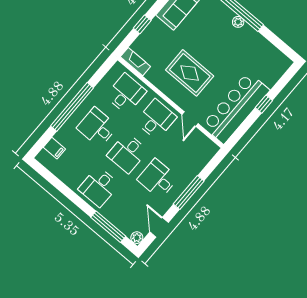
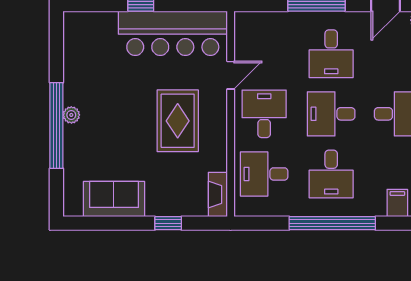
desk: (156, 119) -> (264, 114), turned 90
desk: (127, 153) -> (331, 114), turned 180

